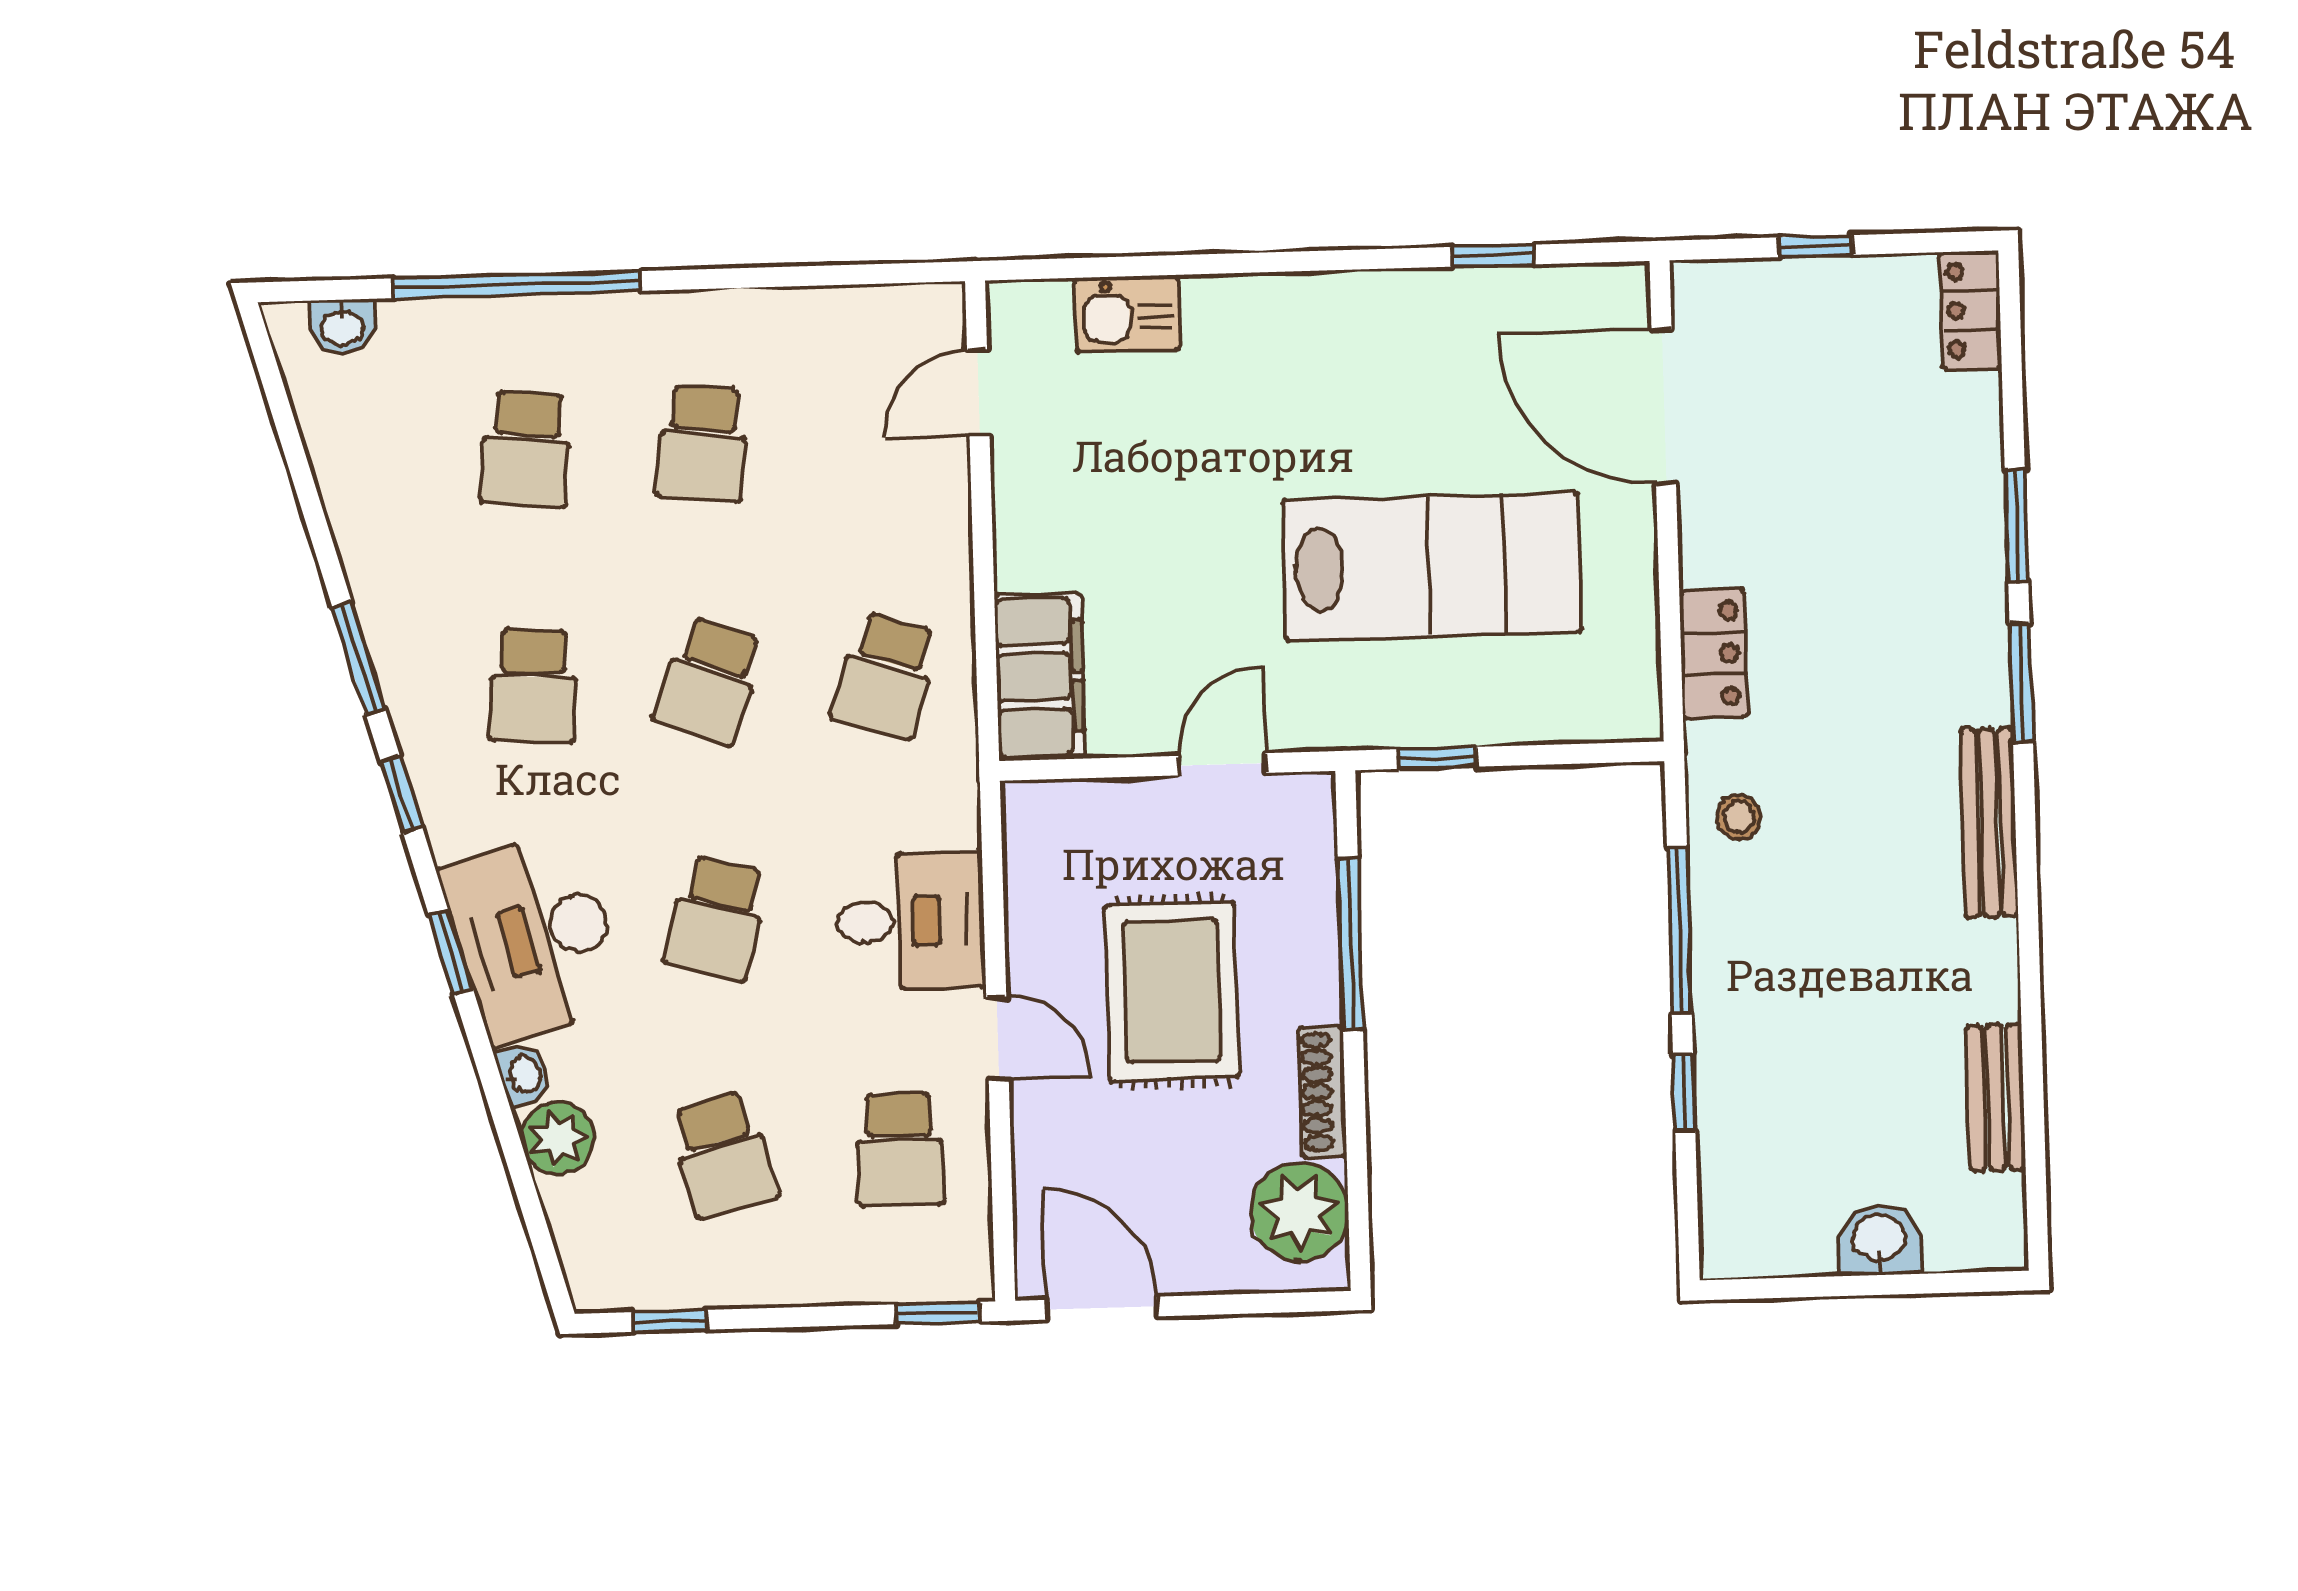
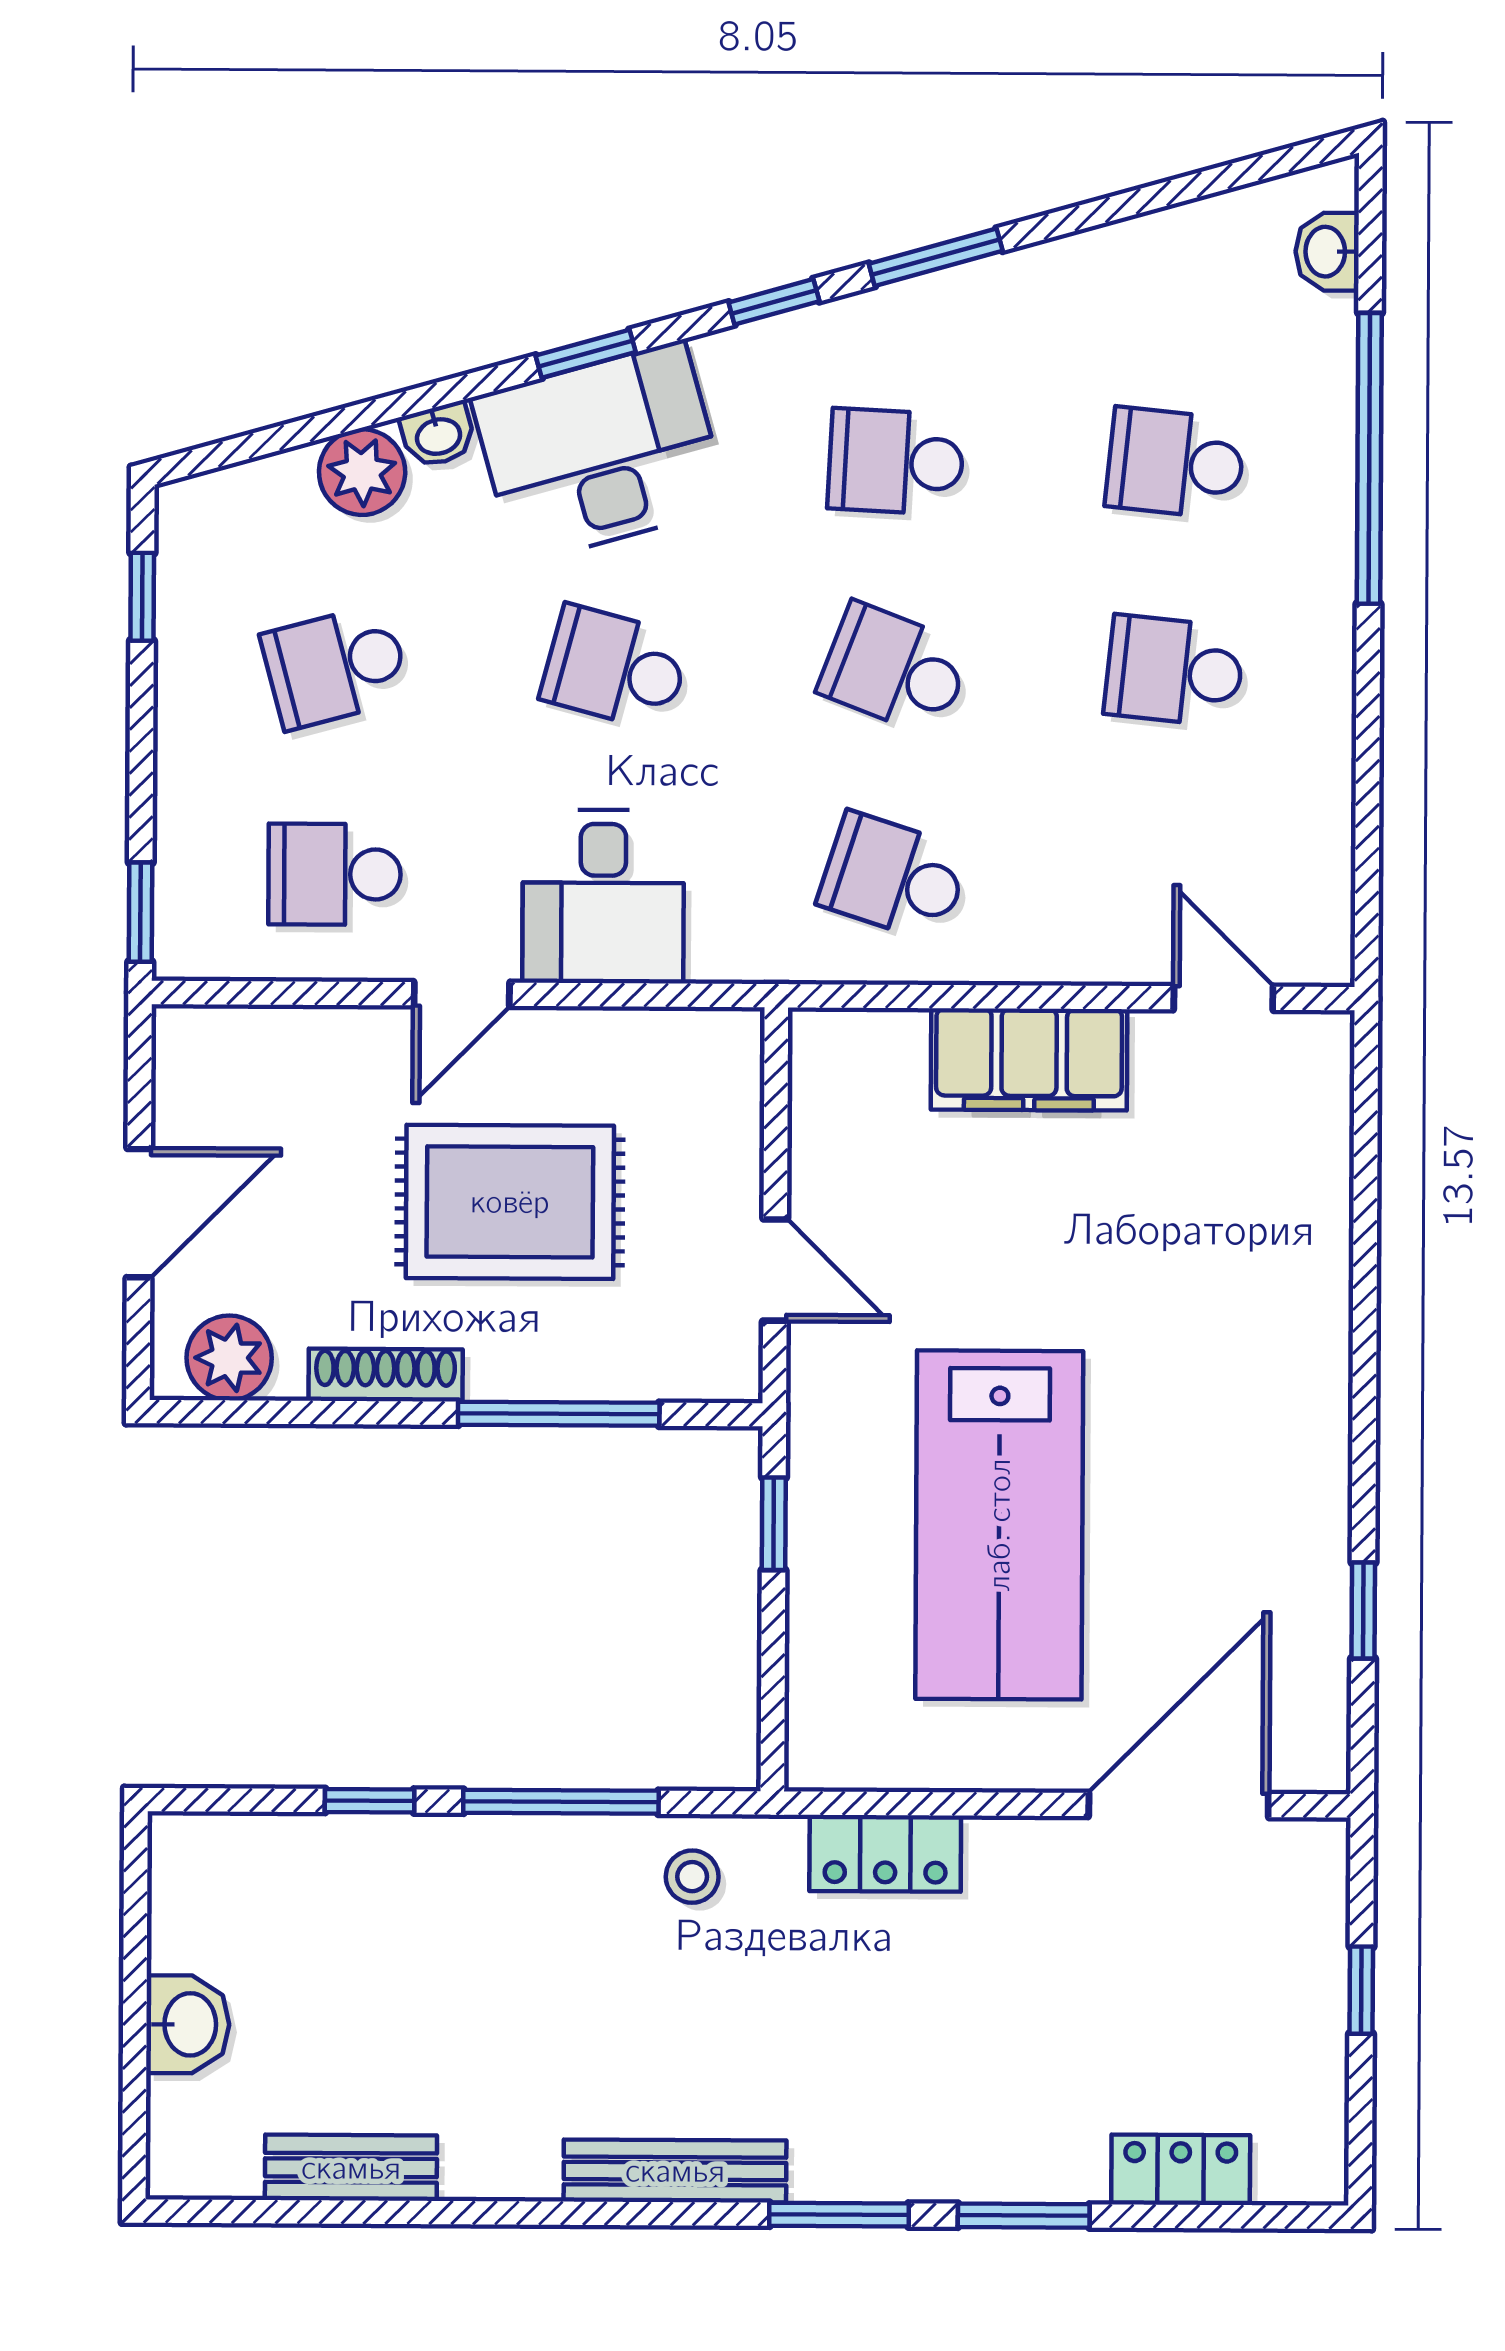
locker: (1971, 310) -> (1181, 2170), moved
kitchen sink: (1127, 314) -> (1309, 1177), removed
filing cabinet: (1040, 677) -> (1029, 1059), moved
plant: (1299, 1212) -> (229, 1358), width x0.73, depth x0.73
door: (1102, 1308) -> (139, 1213), moved

